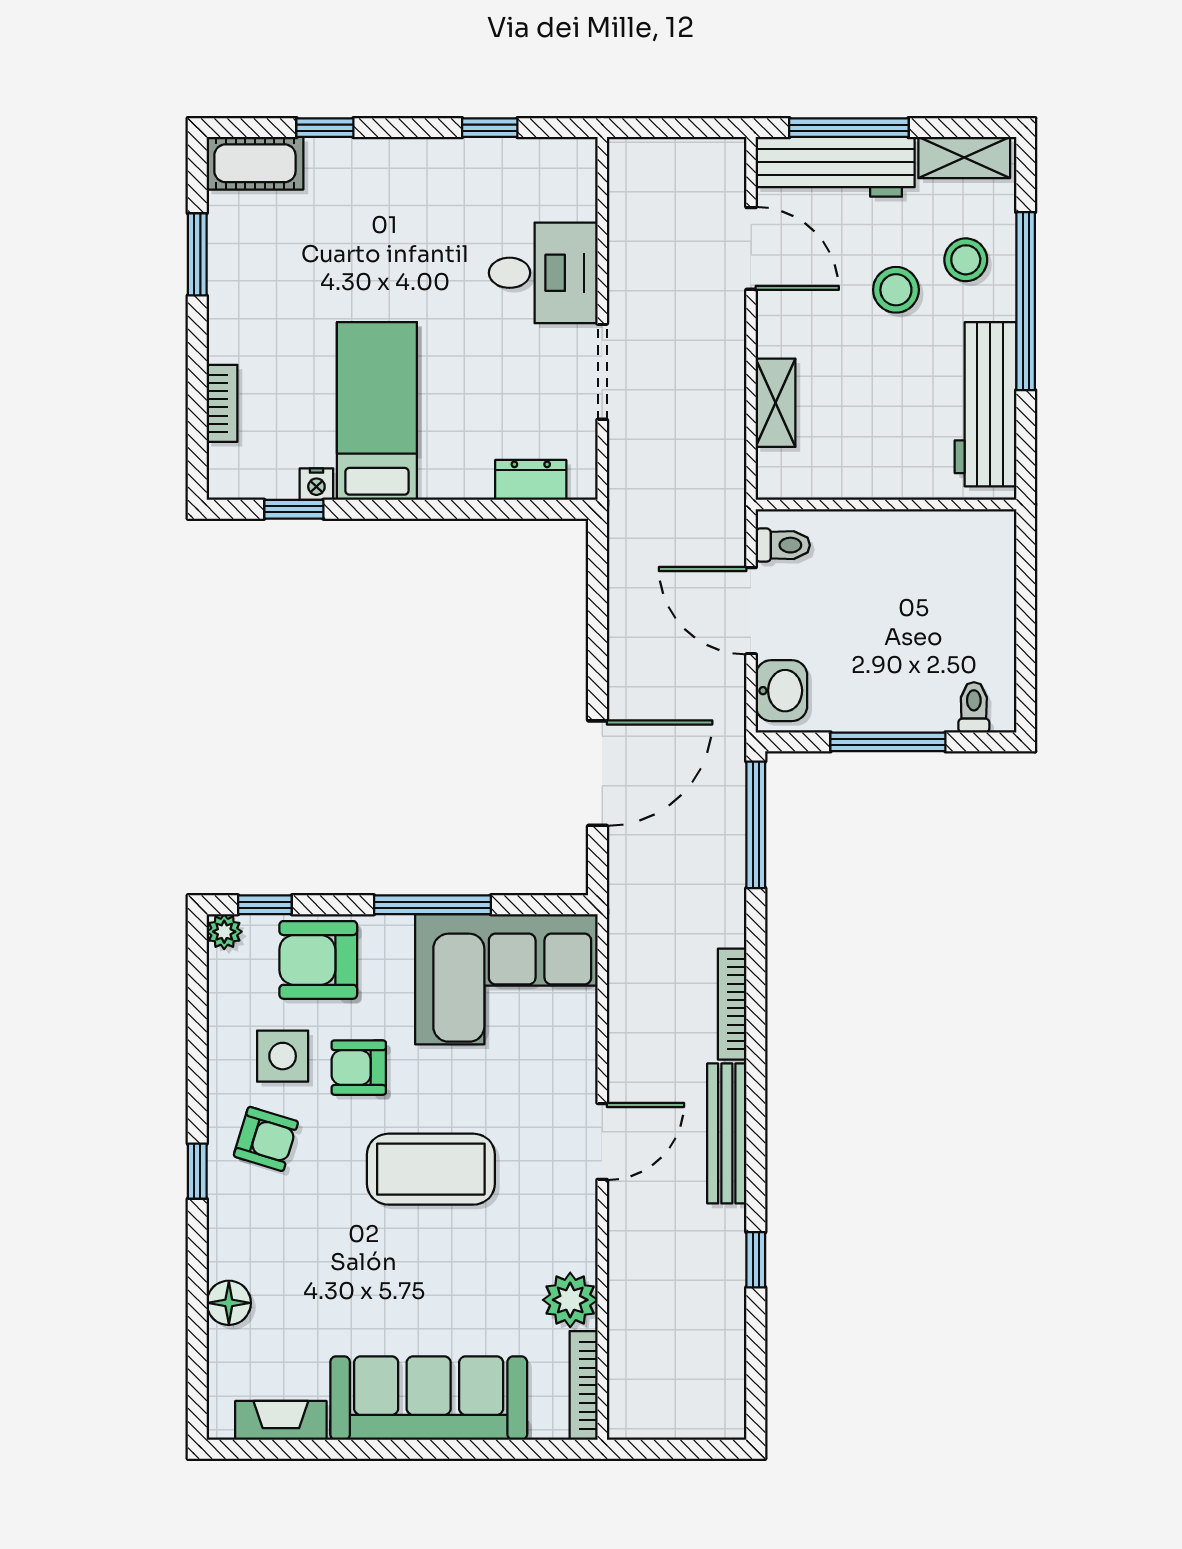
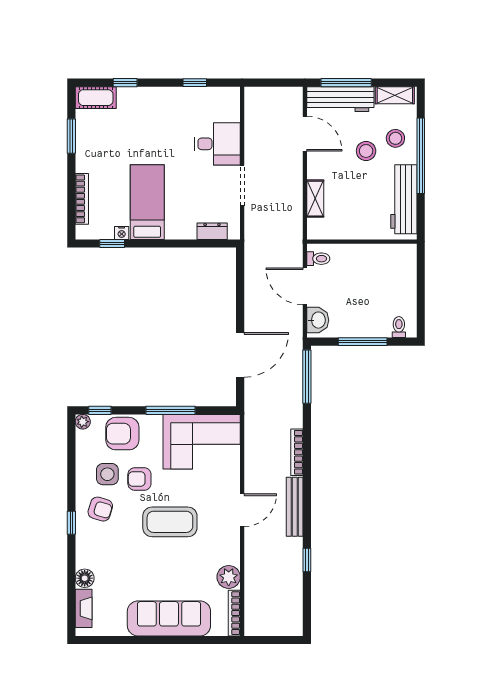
bookcase: (222, 403) -> (82, 199), width x1.56
fireplace: (281, 1420) -> (84, 608), moved, turned 90

